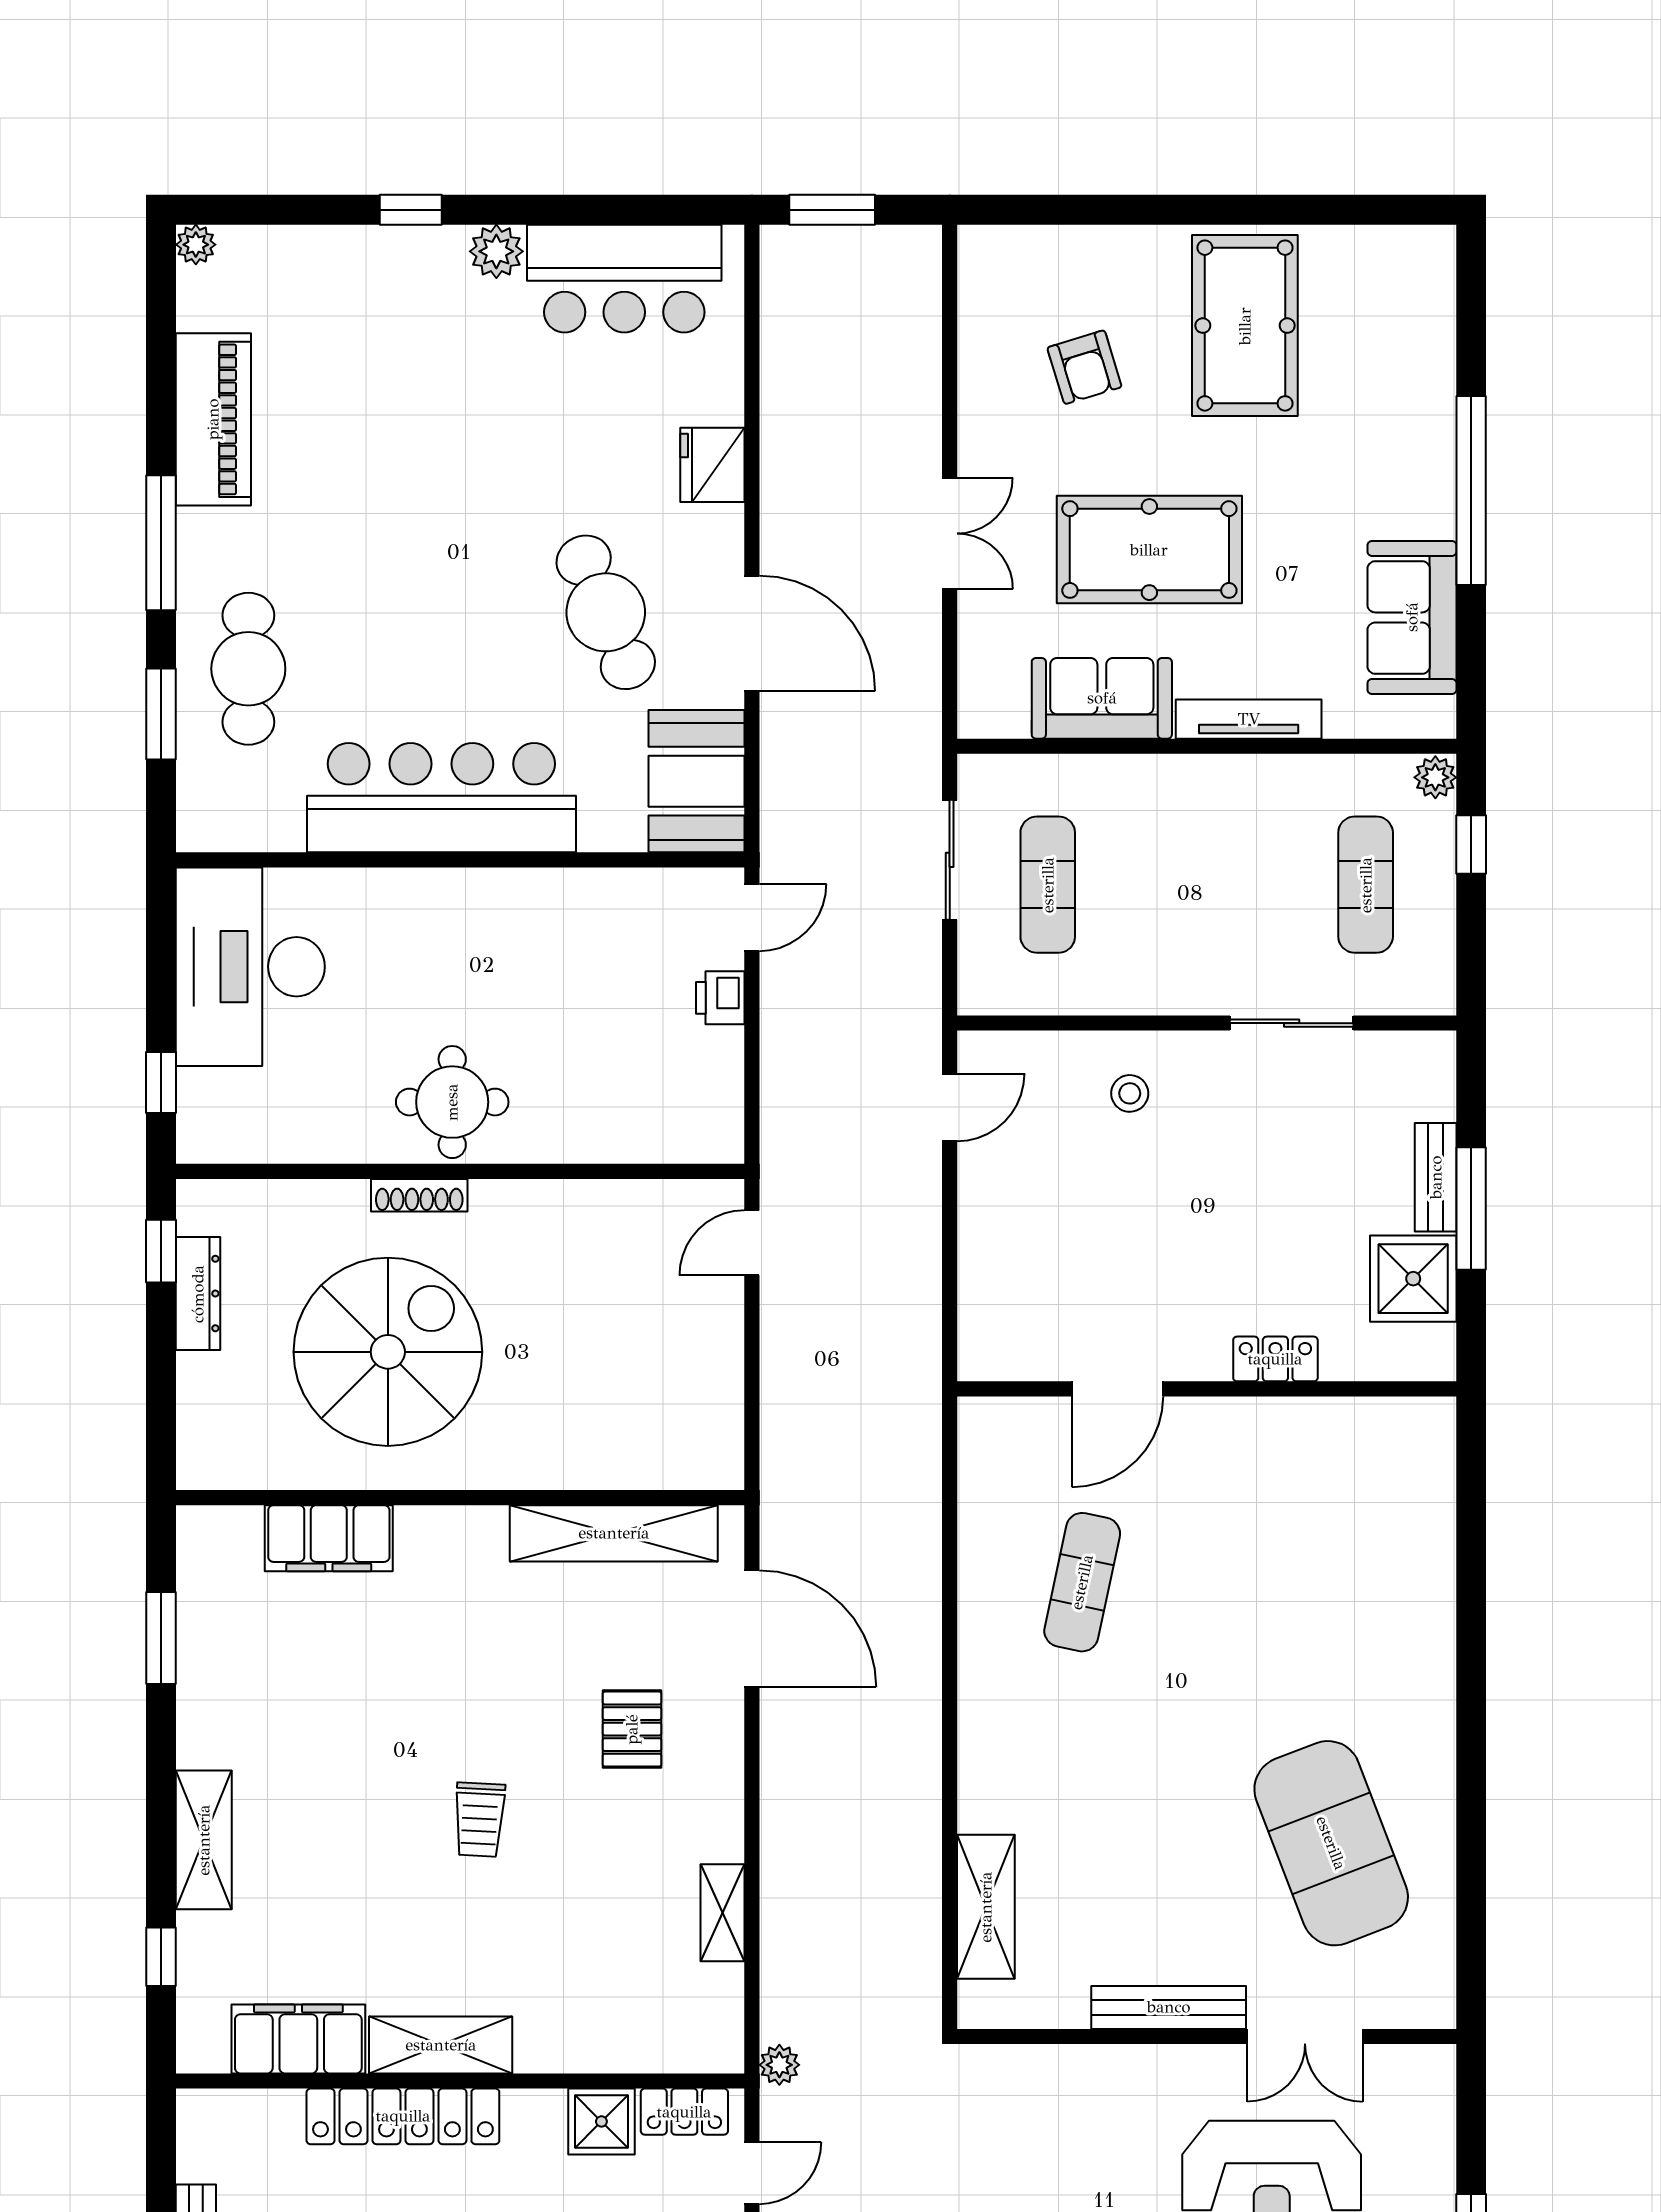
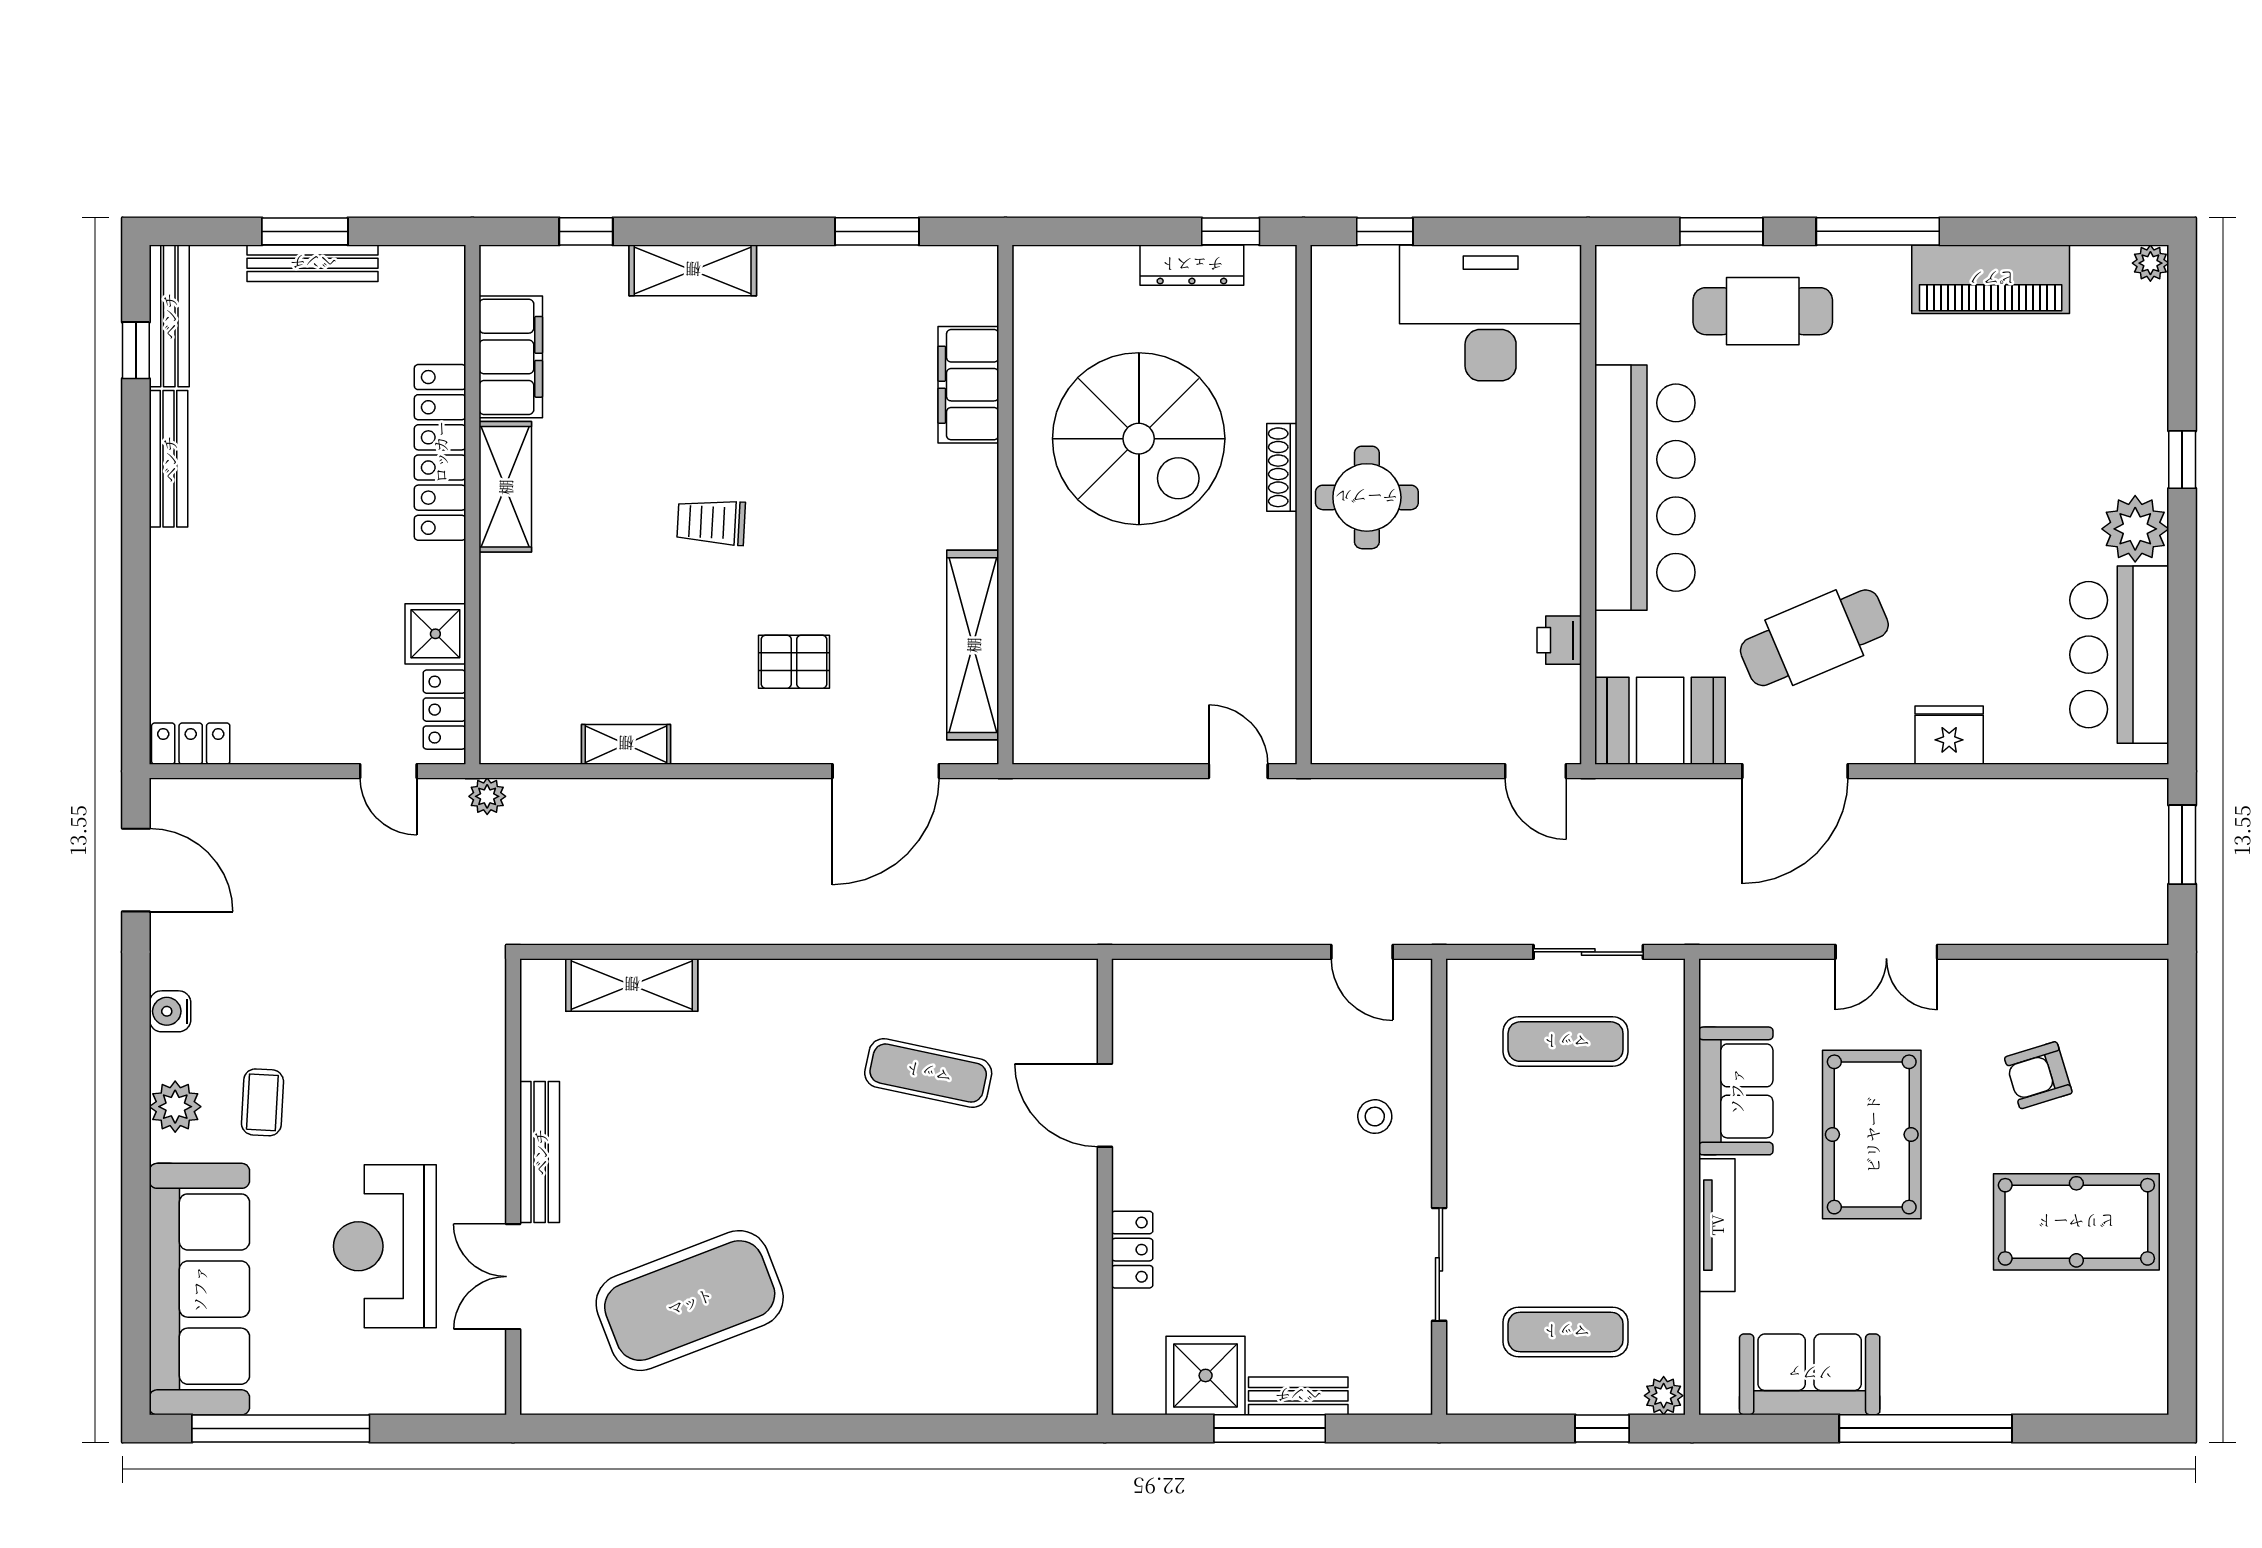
plant: (496, 251) -> (2135, 529), width x1.36, depth x1.36
printer: (720, 998) -> (1559, 640), moved, turned -90

